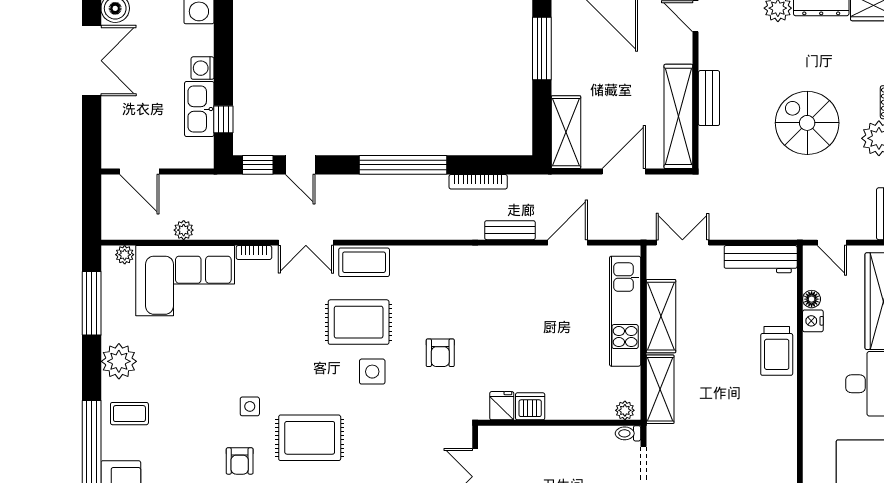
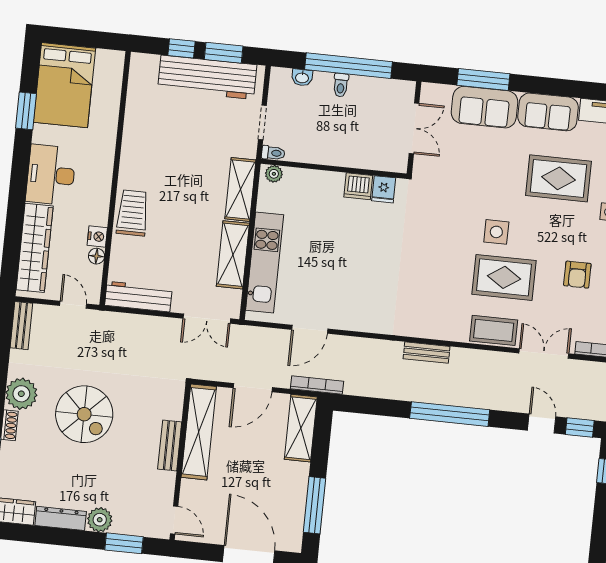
bookcase: (478, 182) -> (317, 385), moved
bench: (510, 230) -> (427, 353), moved
armchair: (440, 353) -> (577, 275), moved, turned 180

